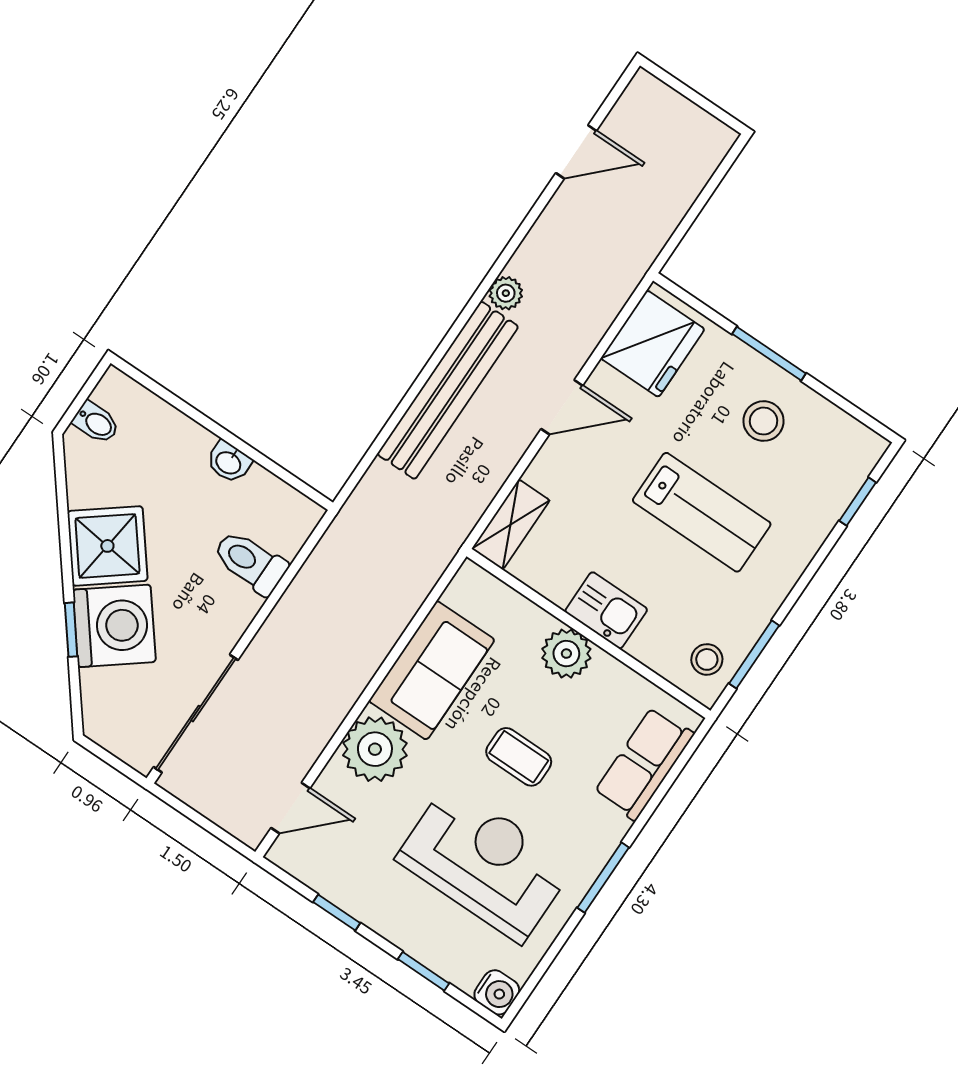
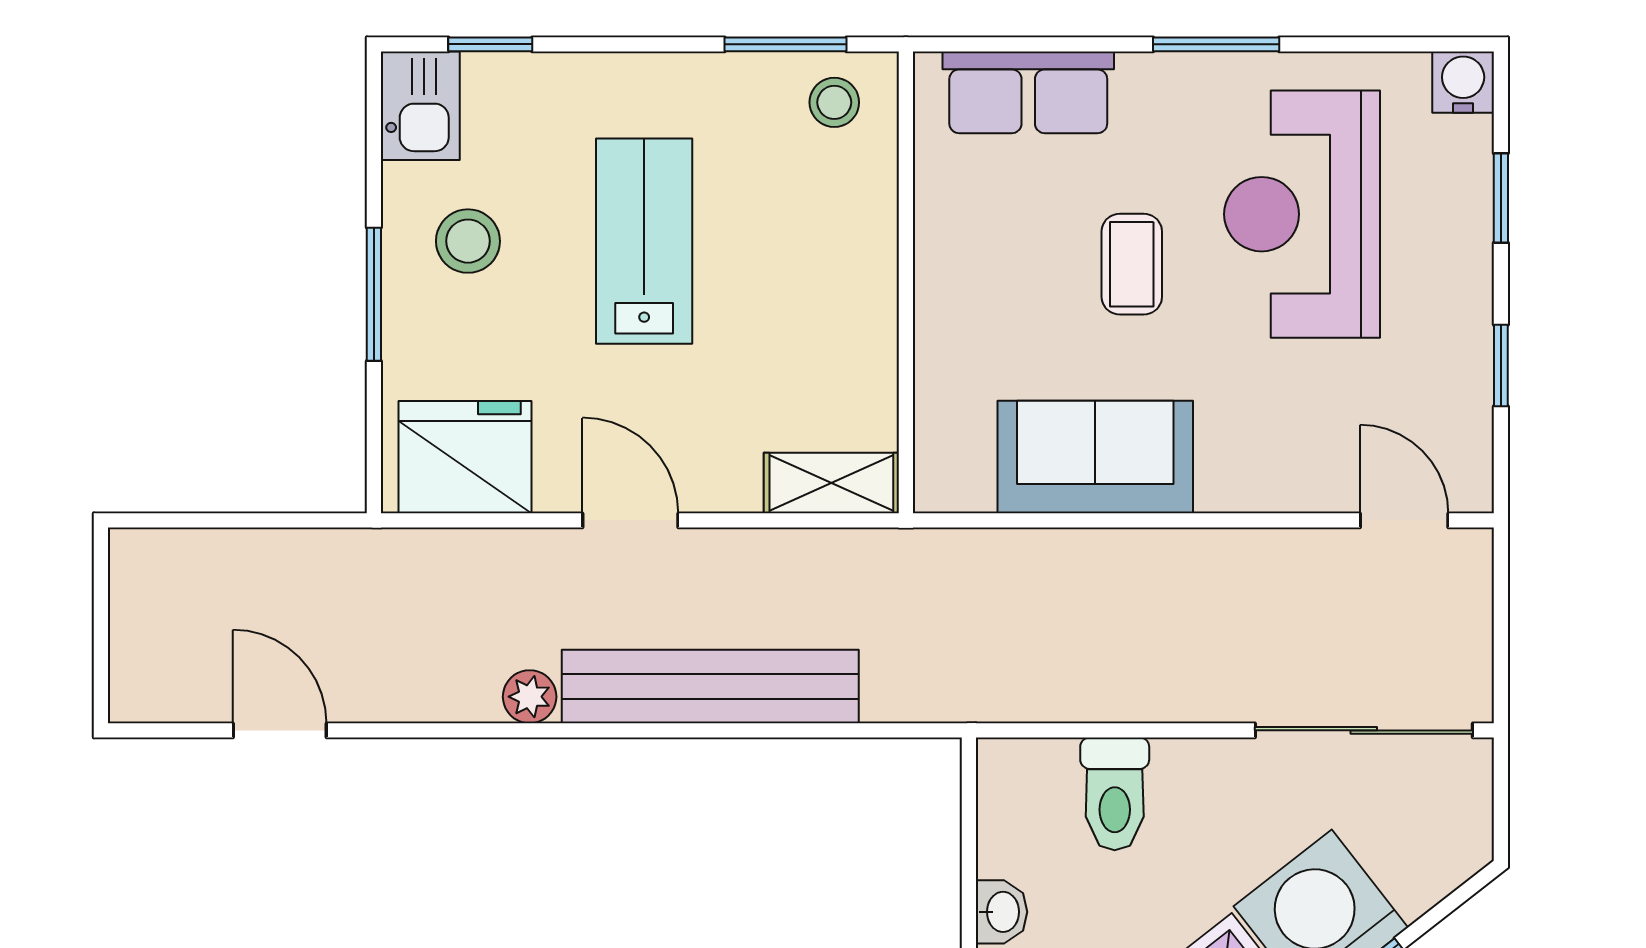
kitchen sink: (606, 610) -> (420, 106), moved, turned 180
plant: (566, 654) -> (952, 294), removed
plant: (375, 749) -> (1250, 461), removed

